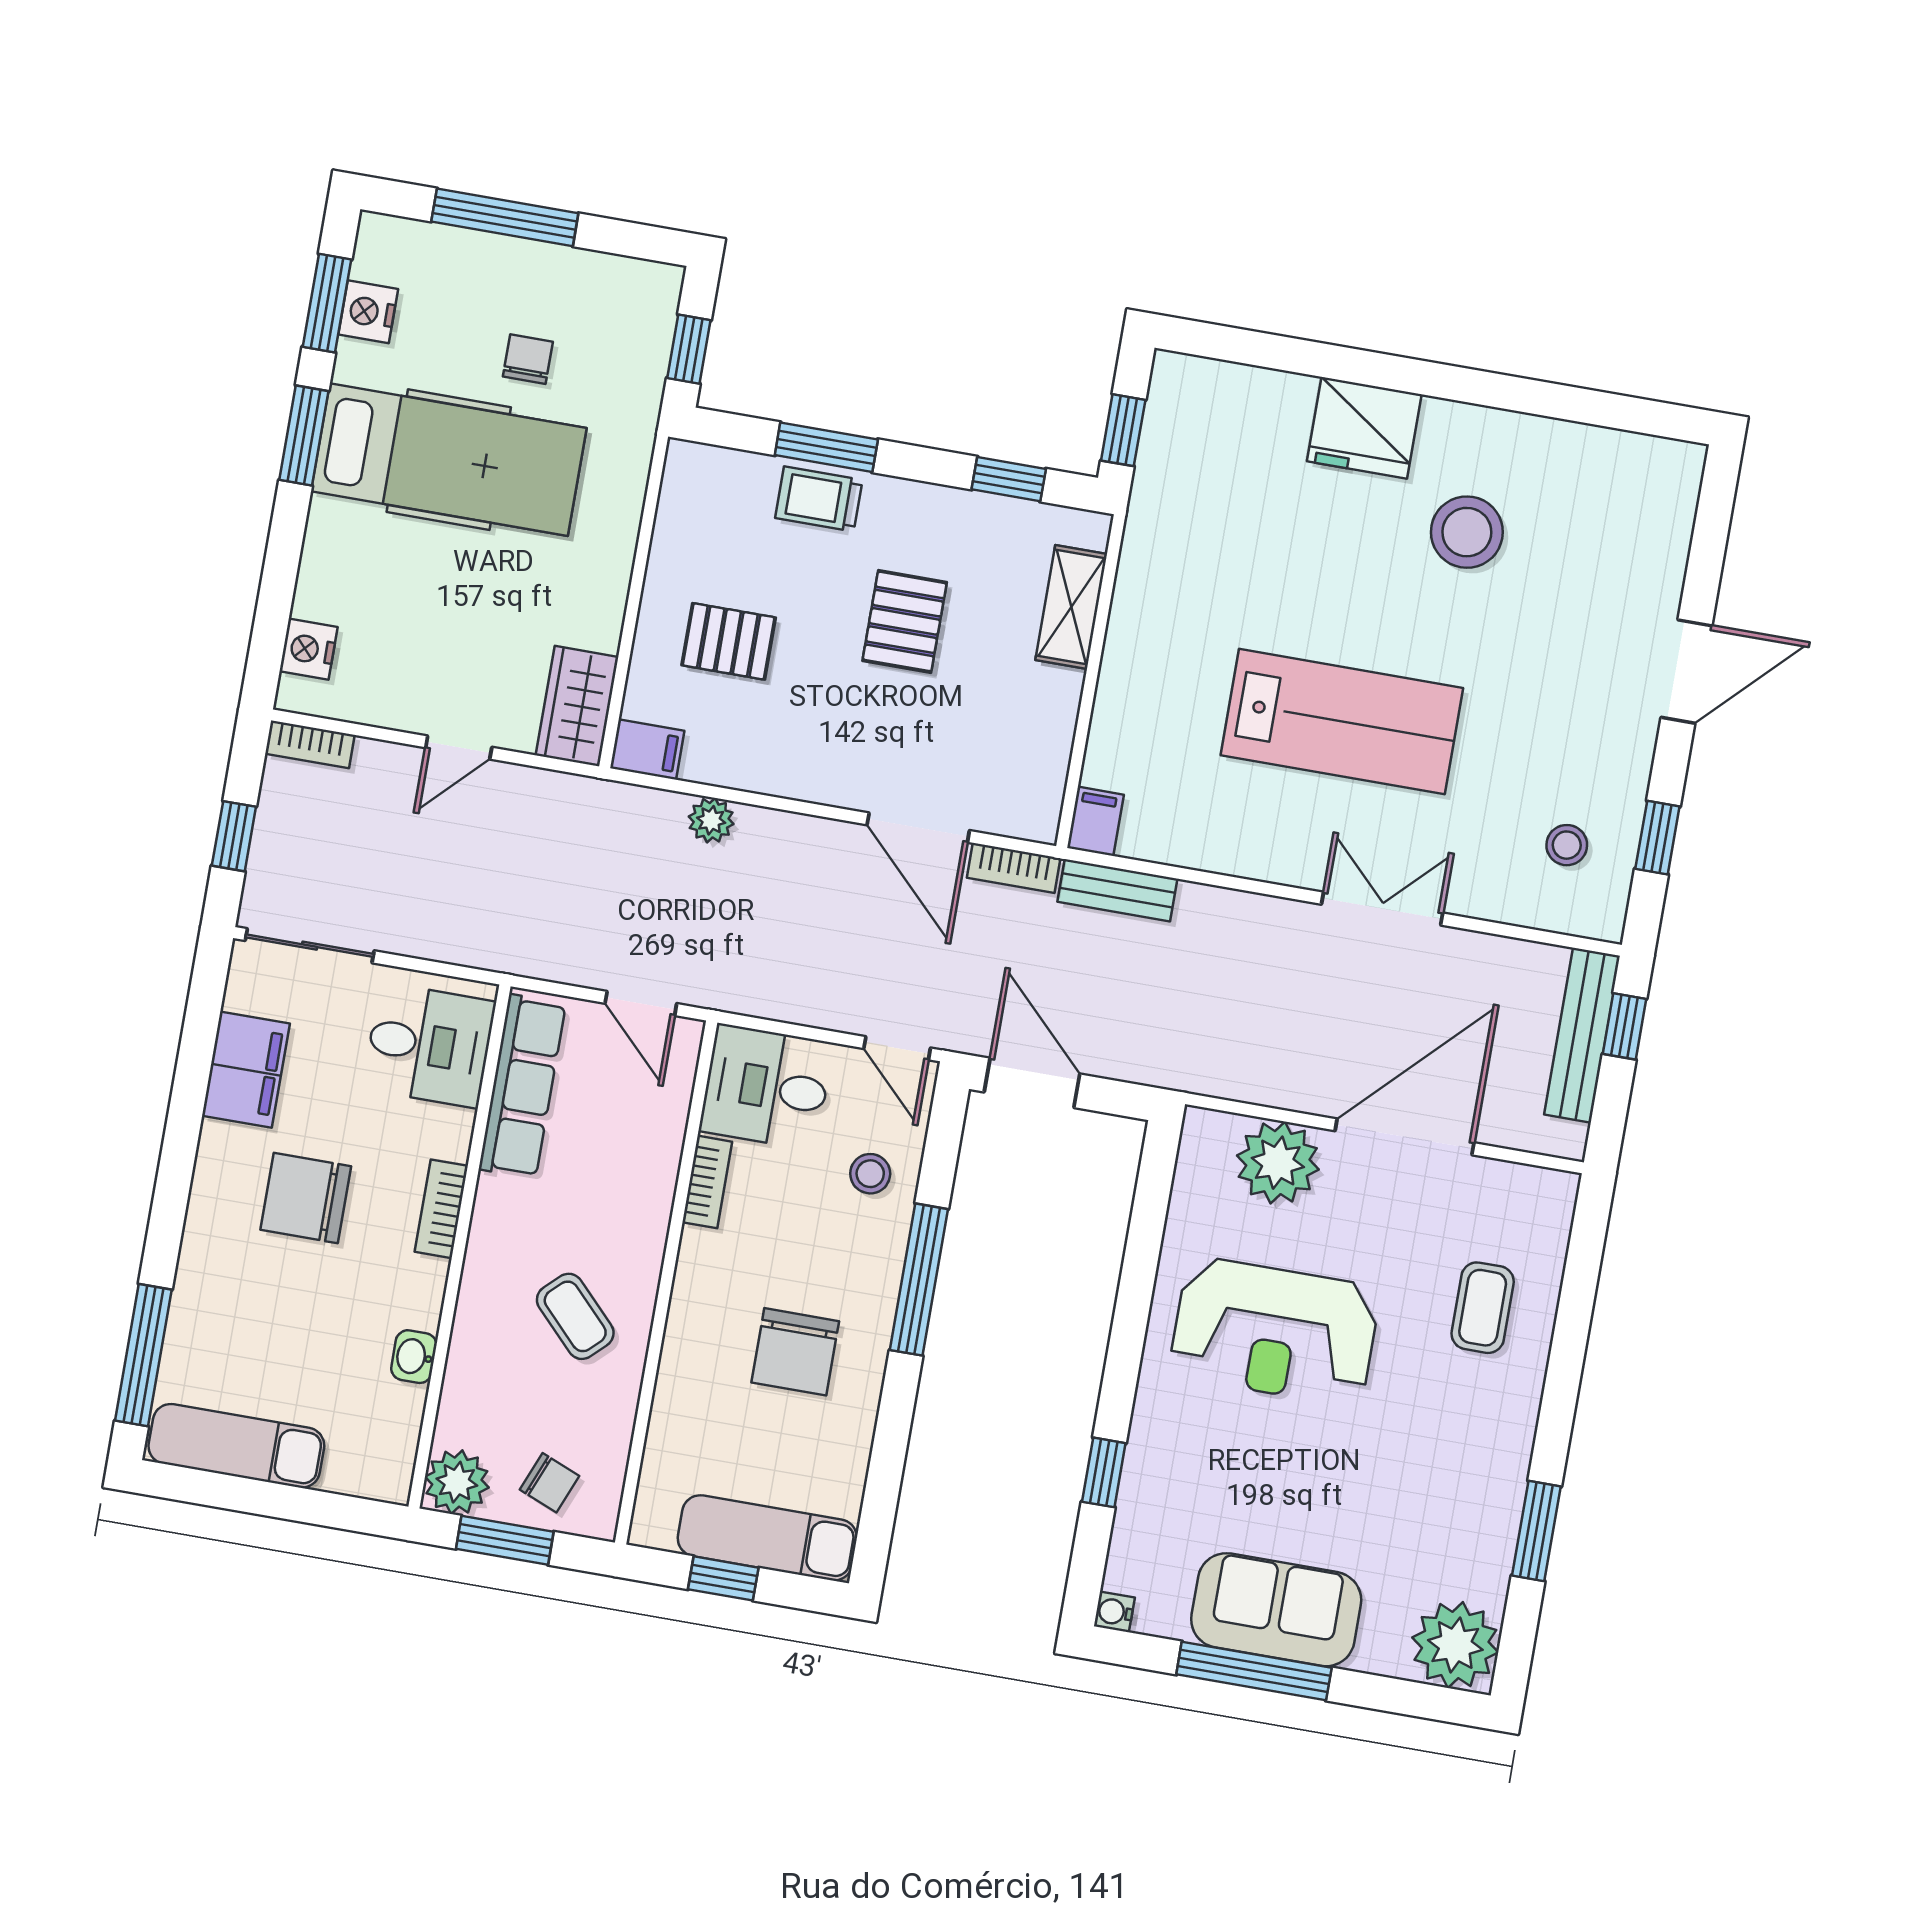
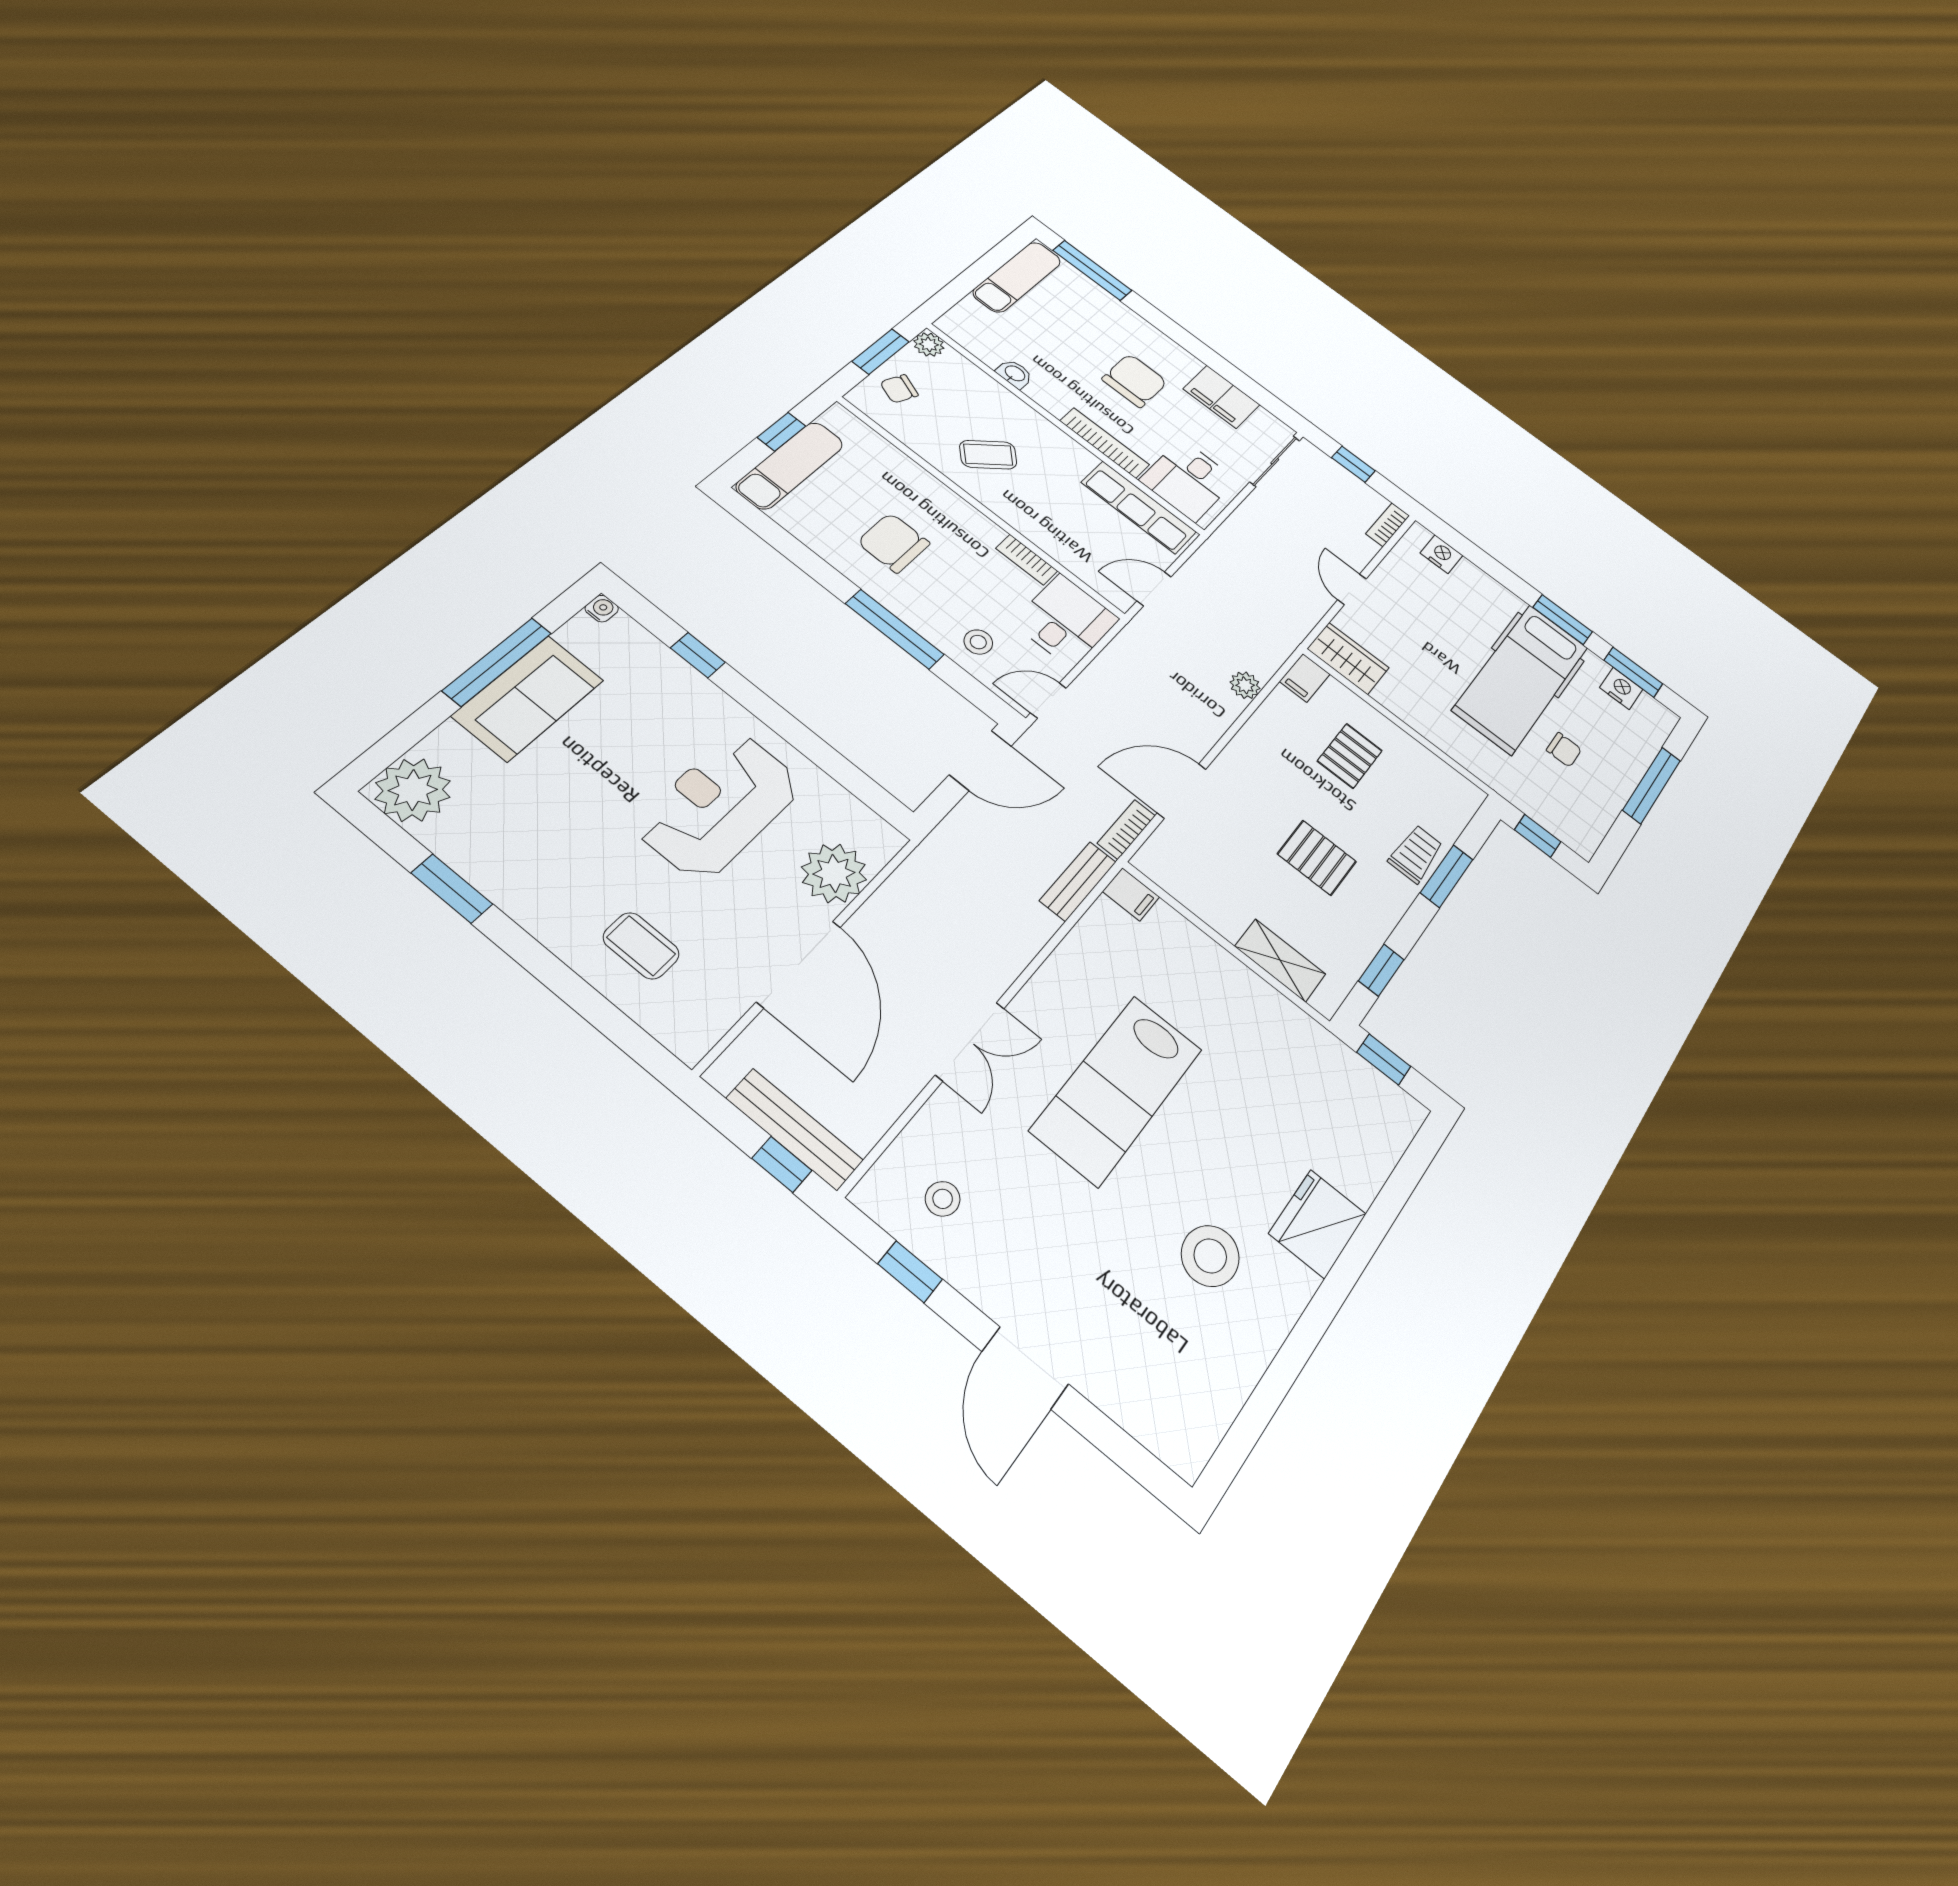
bookcase: (441, 1209) -> (1105, 443), width x1.56
plant: (457, 1482) -> (929, 344), width x0.73, depth x0.73

